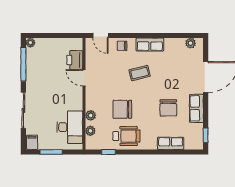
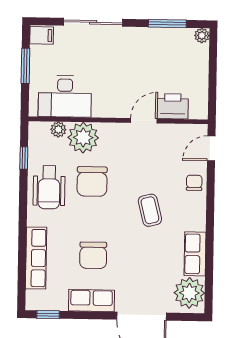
plant: (191, 43) -> (189, 293), width x1.88, depth x1.88
row of seats: (150, 45) -> (195, 254), moved
window: (23, 64) -> (167, 24), width x0.69
chair: (168, 108) -> (93, 255), turned -90
chair: (122, 109) -> (92, 181), turned 180
plant: (91, 115) -> (83, 138), width x1.88, depth x1.88
row of seats: (171, 143) -> (36, 258), width x1.48

